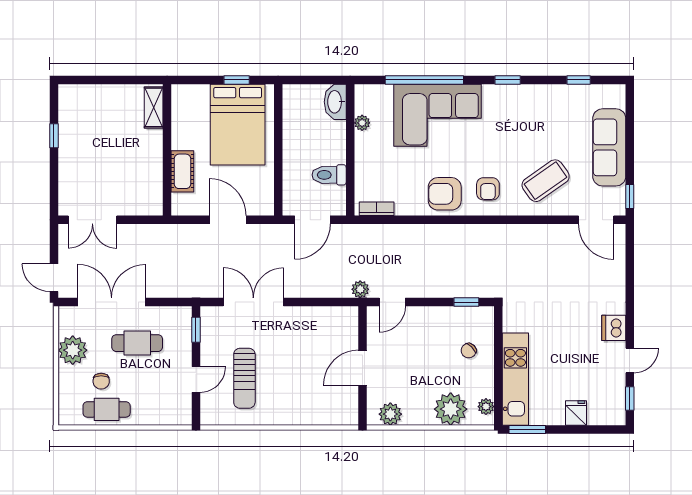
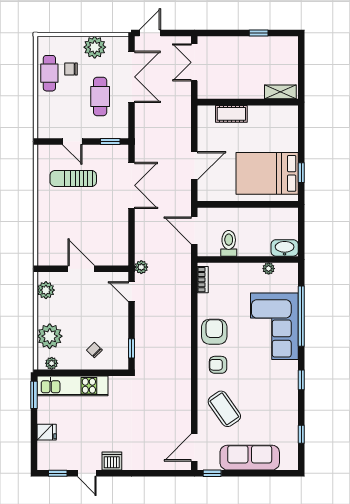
shelving: (154, 107) -> (280, 92), moved
wall: (167, 150) -> (248, 102), moved
cot: (182, 171) -> (231, 114), moved

